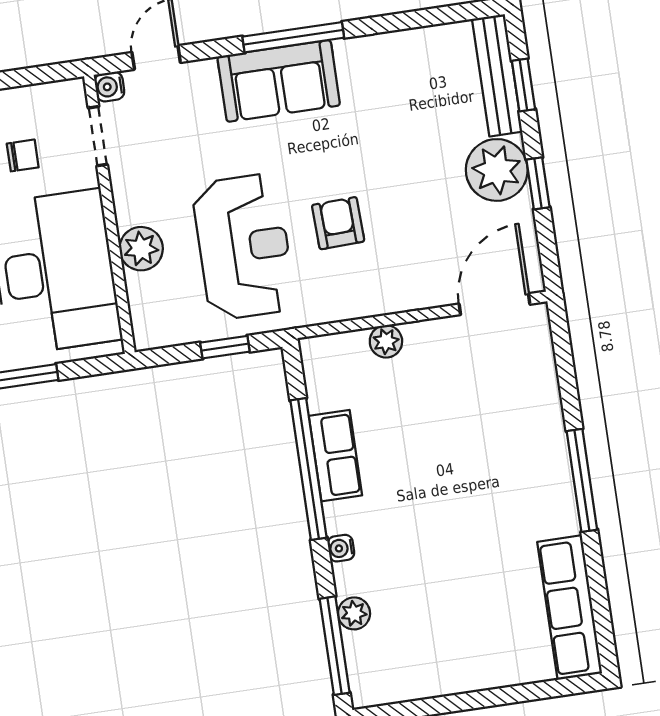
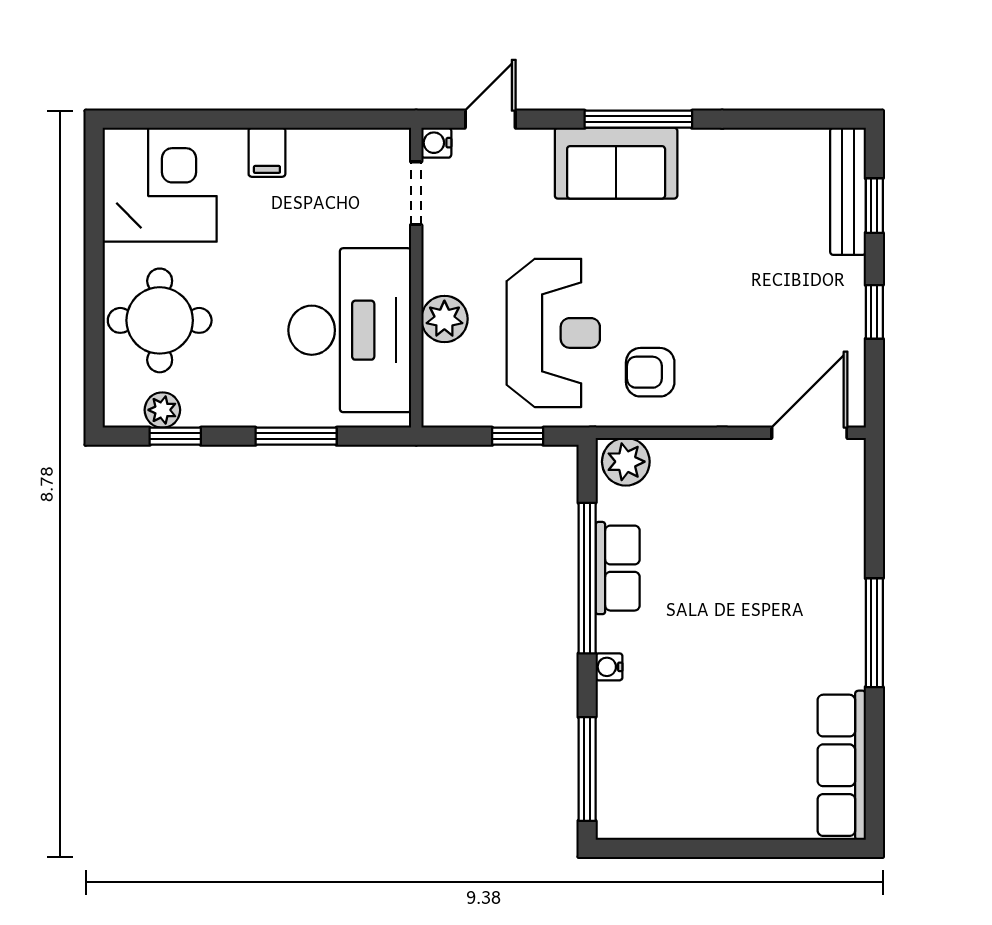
chair: (23, 155) -> (334, 202), removed
plant: (497, 170) -> (833, 291), removed
armchair: (338, 223) -> (650, 372), moved, turned -88
plant: (386, 341) -> (626, 462), moved, width x1.38, depth x1.38
plant: (354, 613) -> (613, 738), removed

